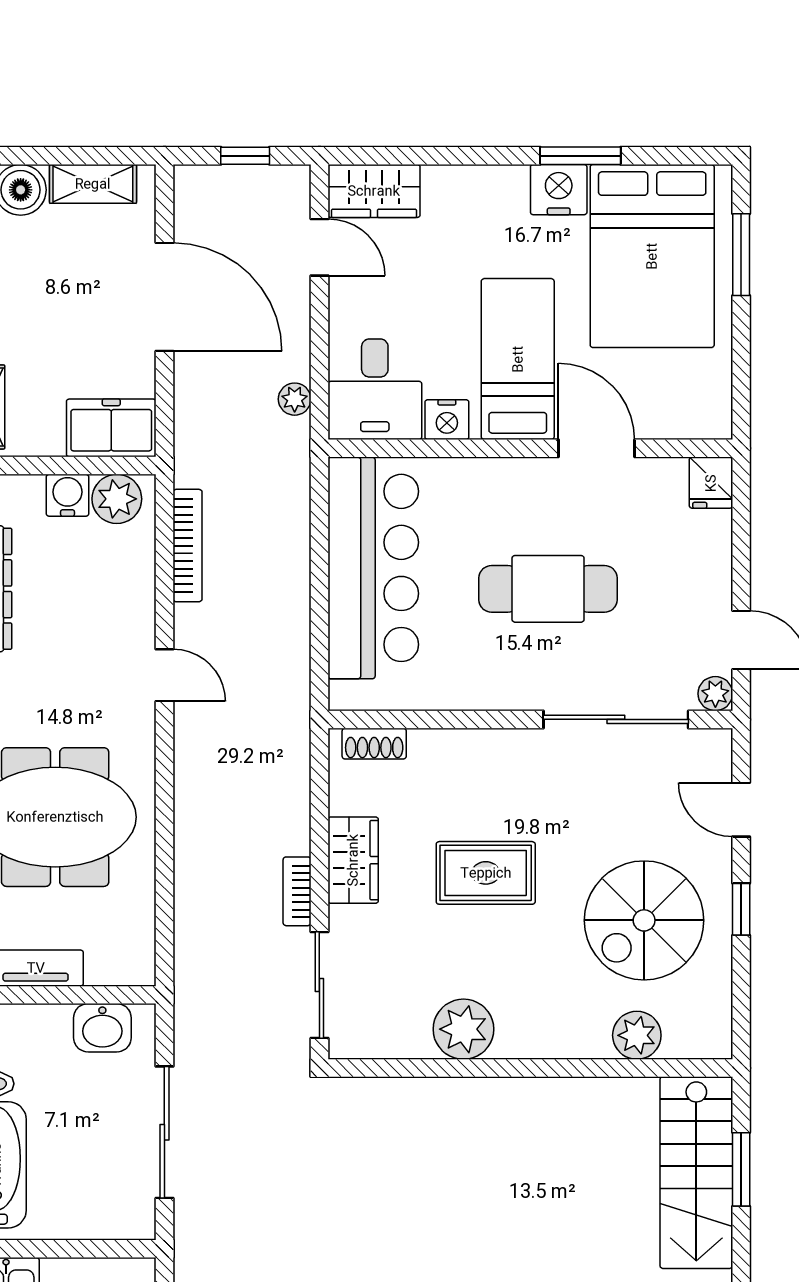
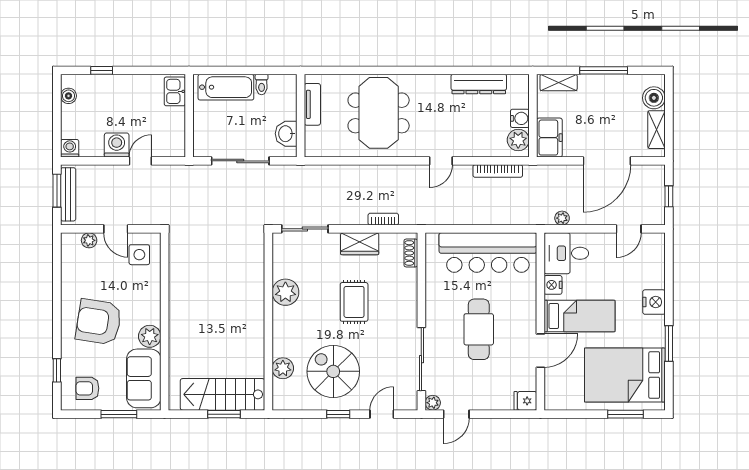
nightstand: (559, 190) -> (654, 302), moved
wardrobe: (374, 191) -> (653, 253), removed
bookcase: (297, 891) -> (383, 219), moved

